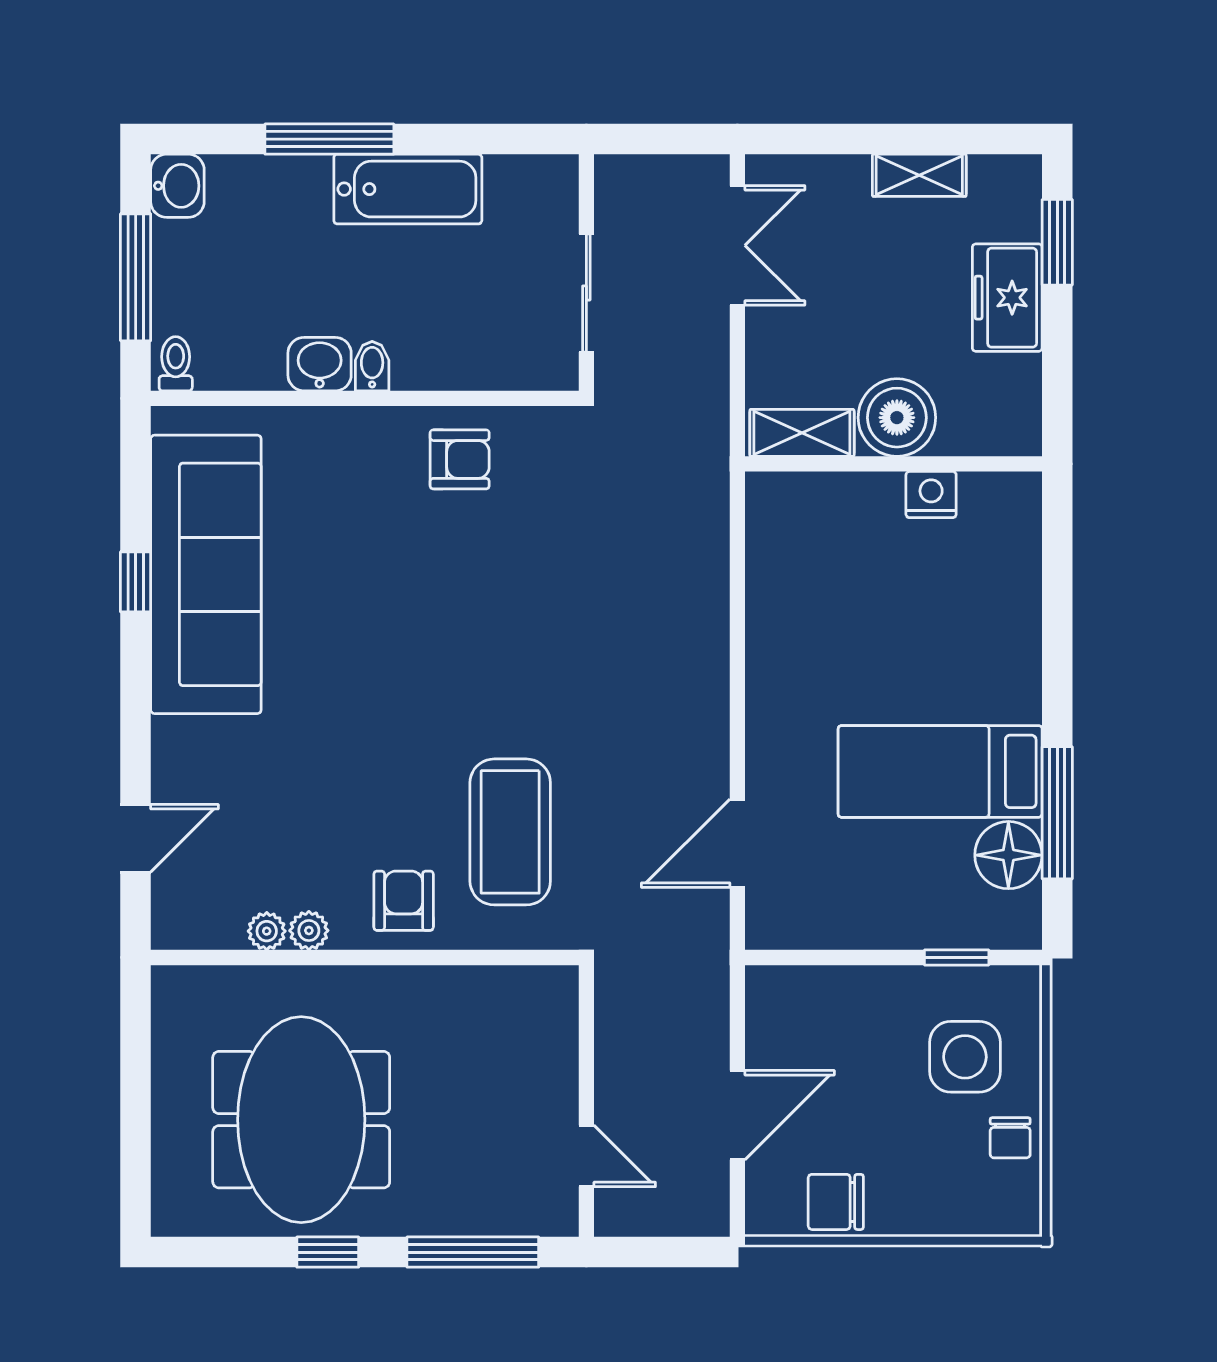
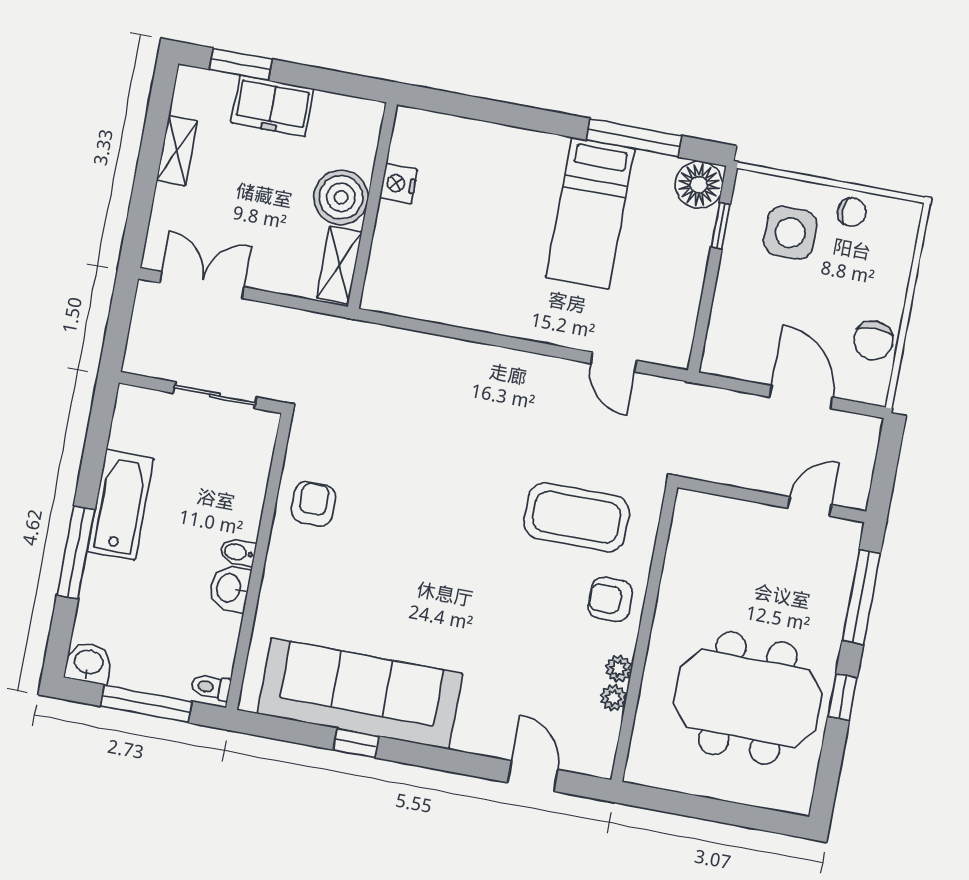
door: (737, 843) -> (614, 362), width x0.73
floor lamp: (1008, 855) -> (699, 185), moved

